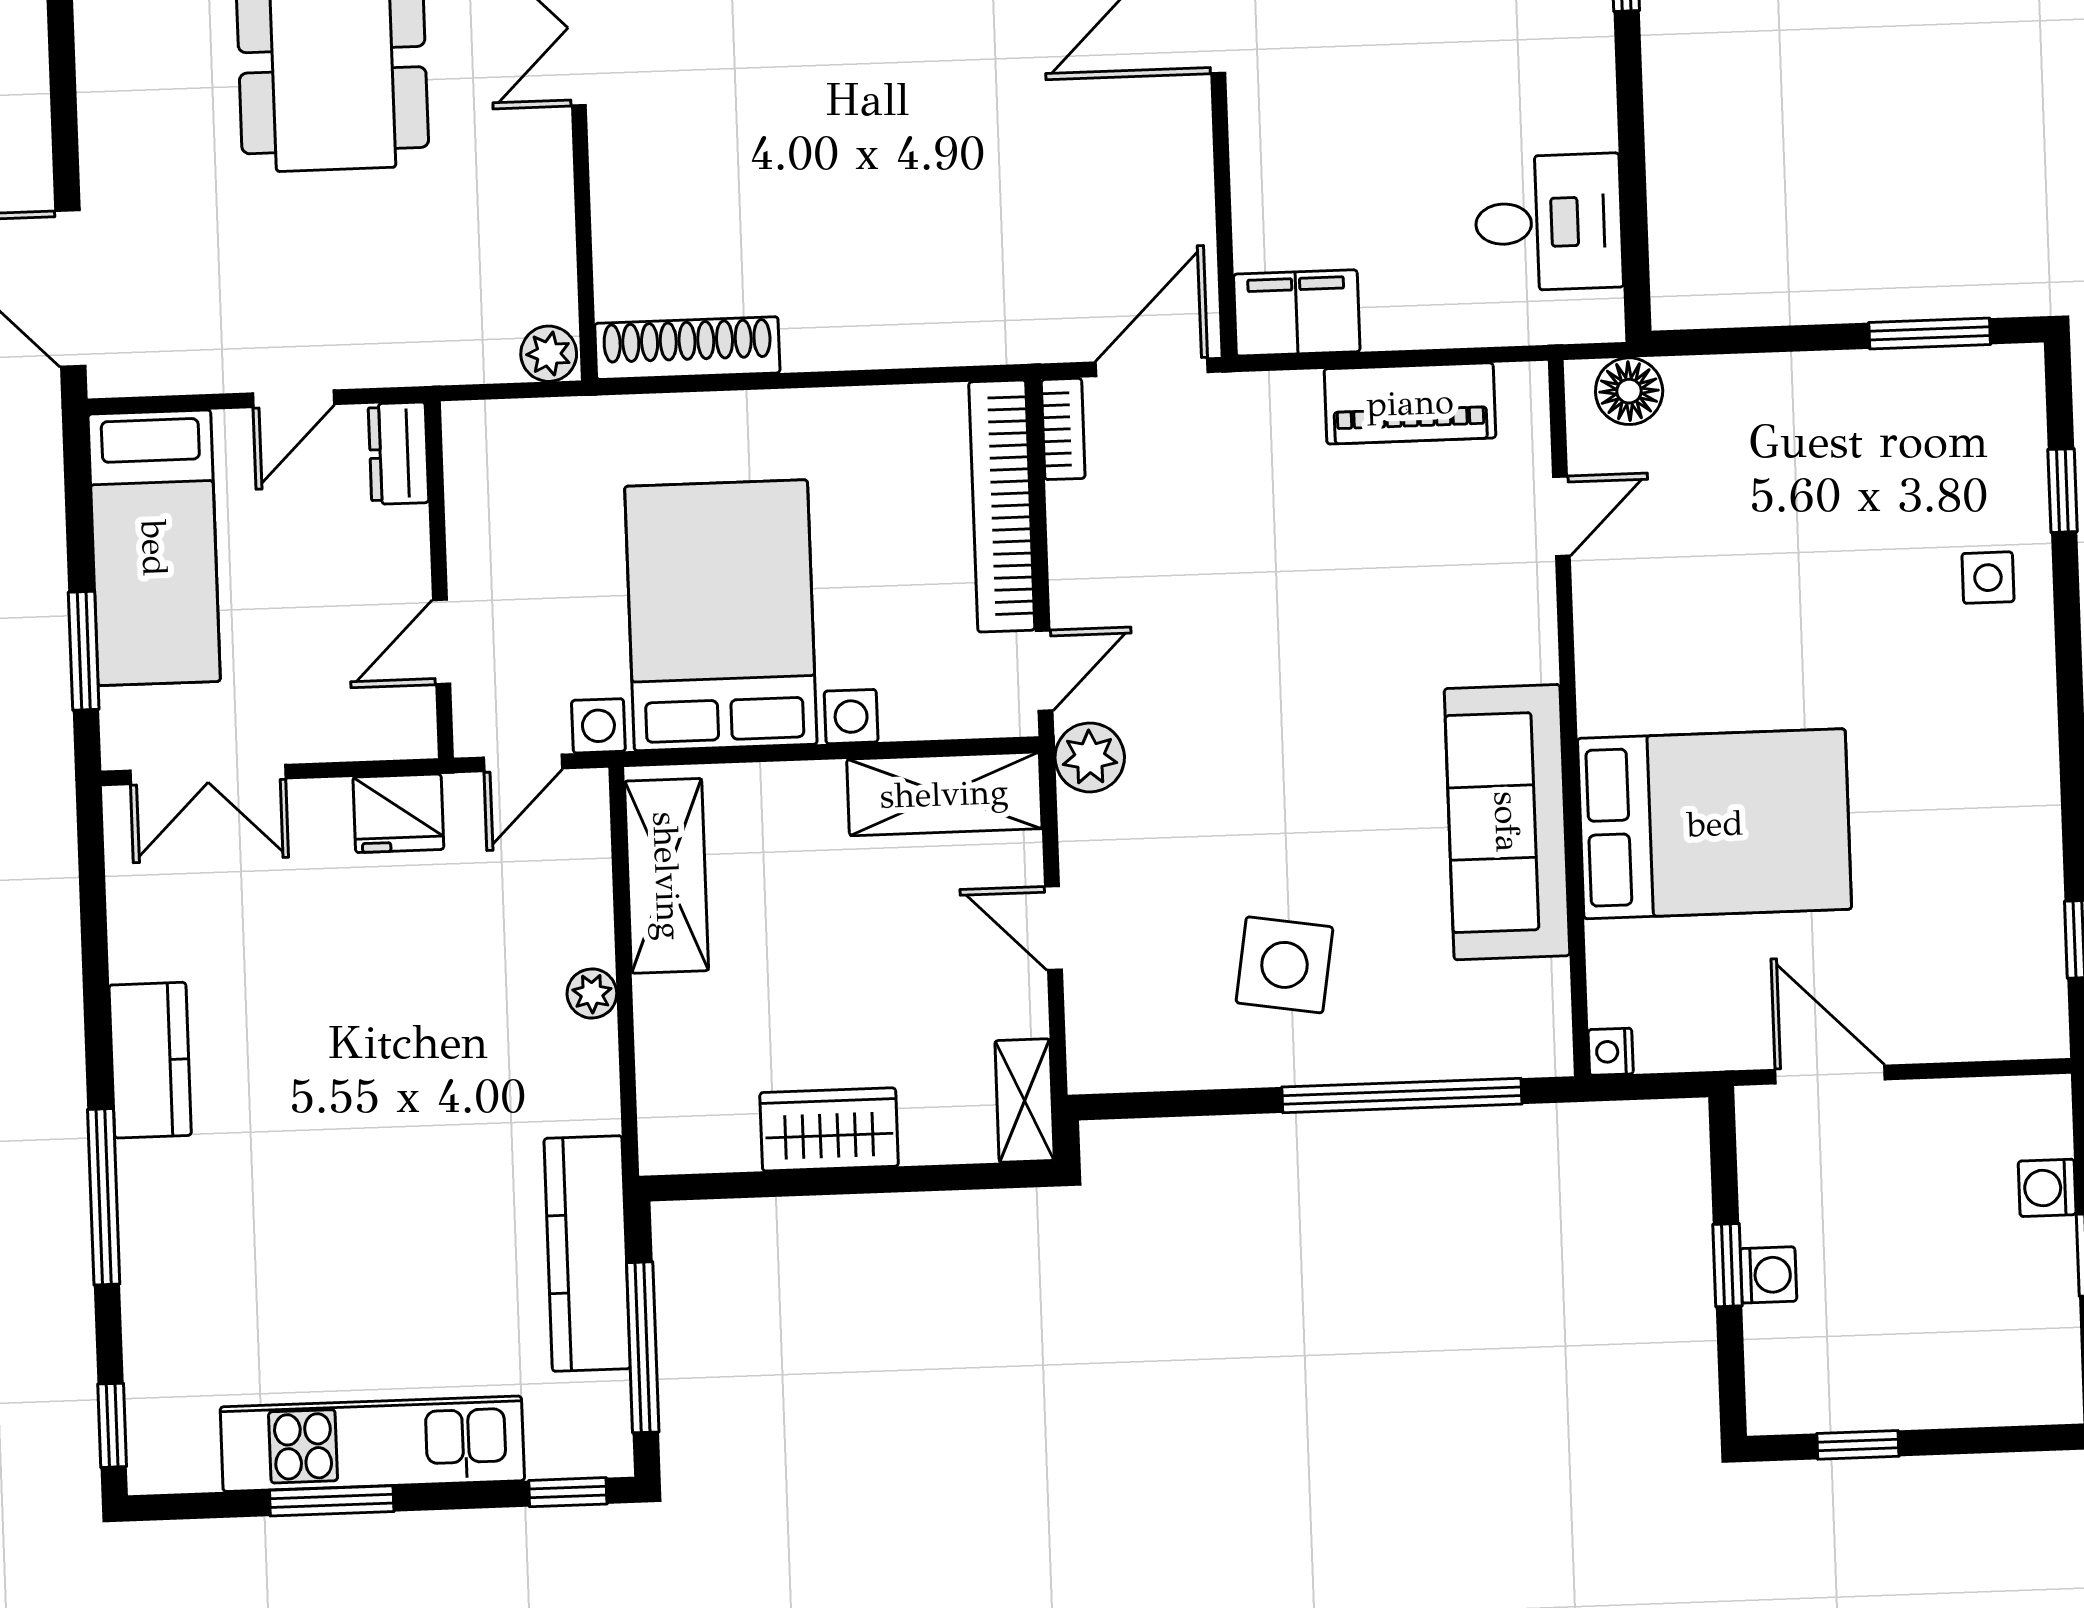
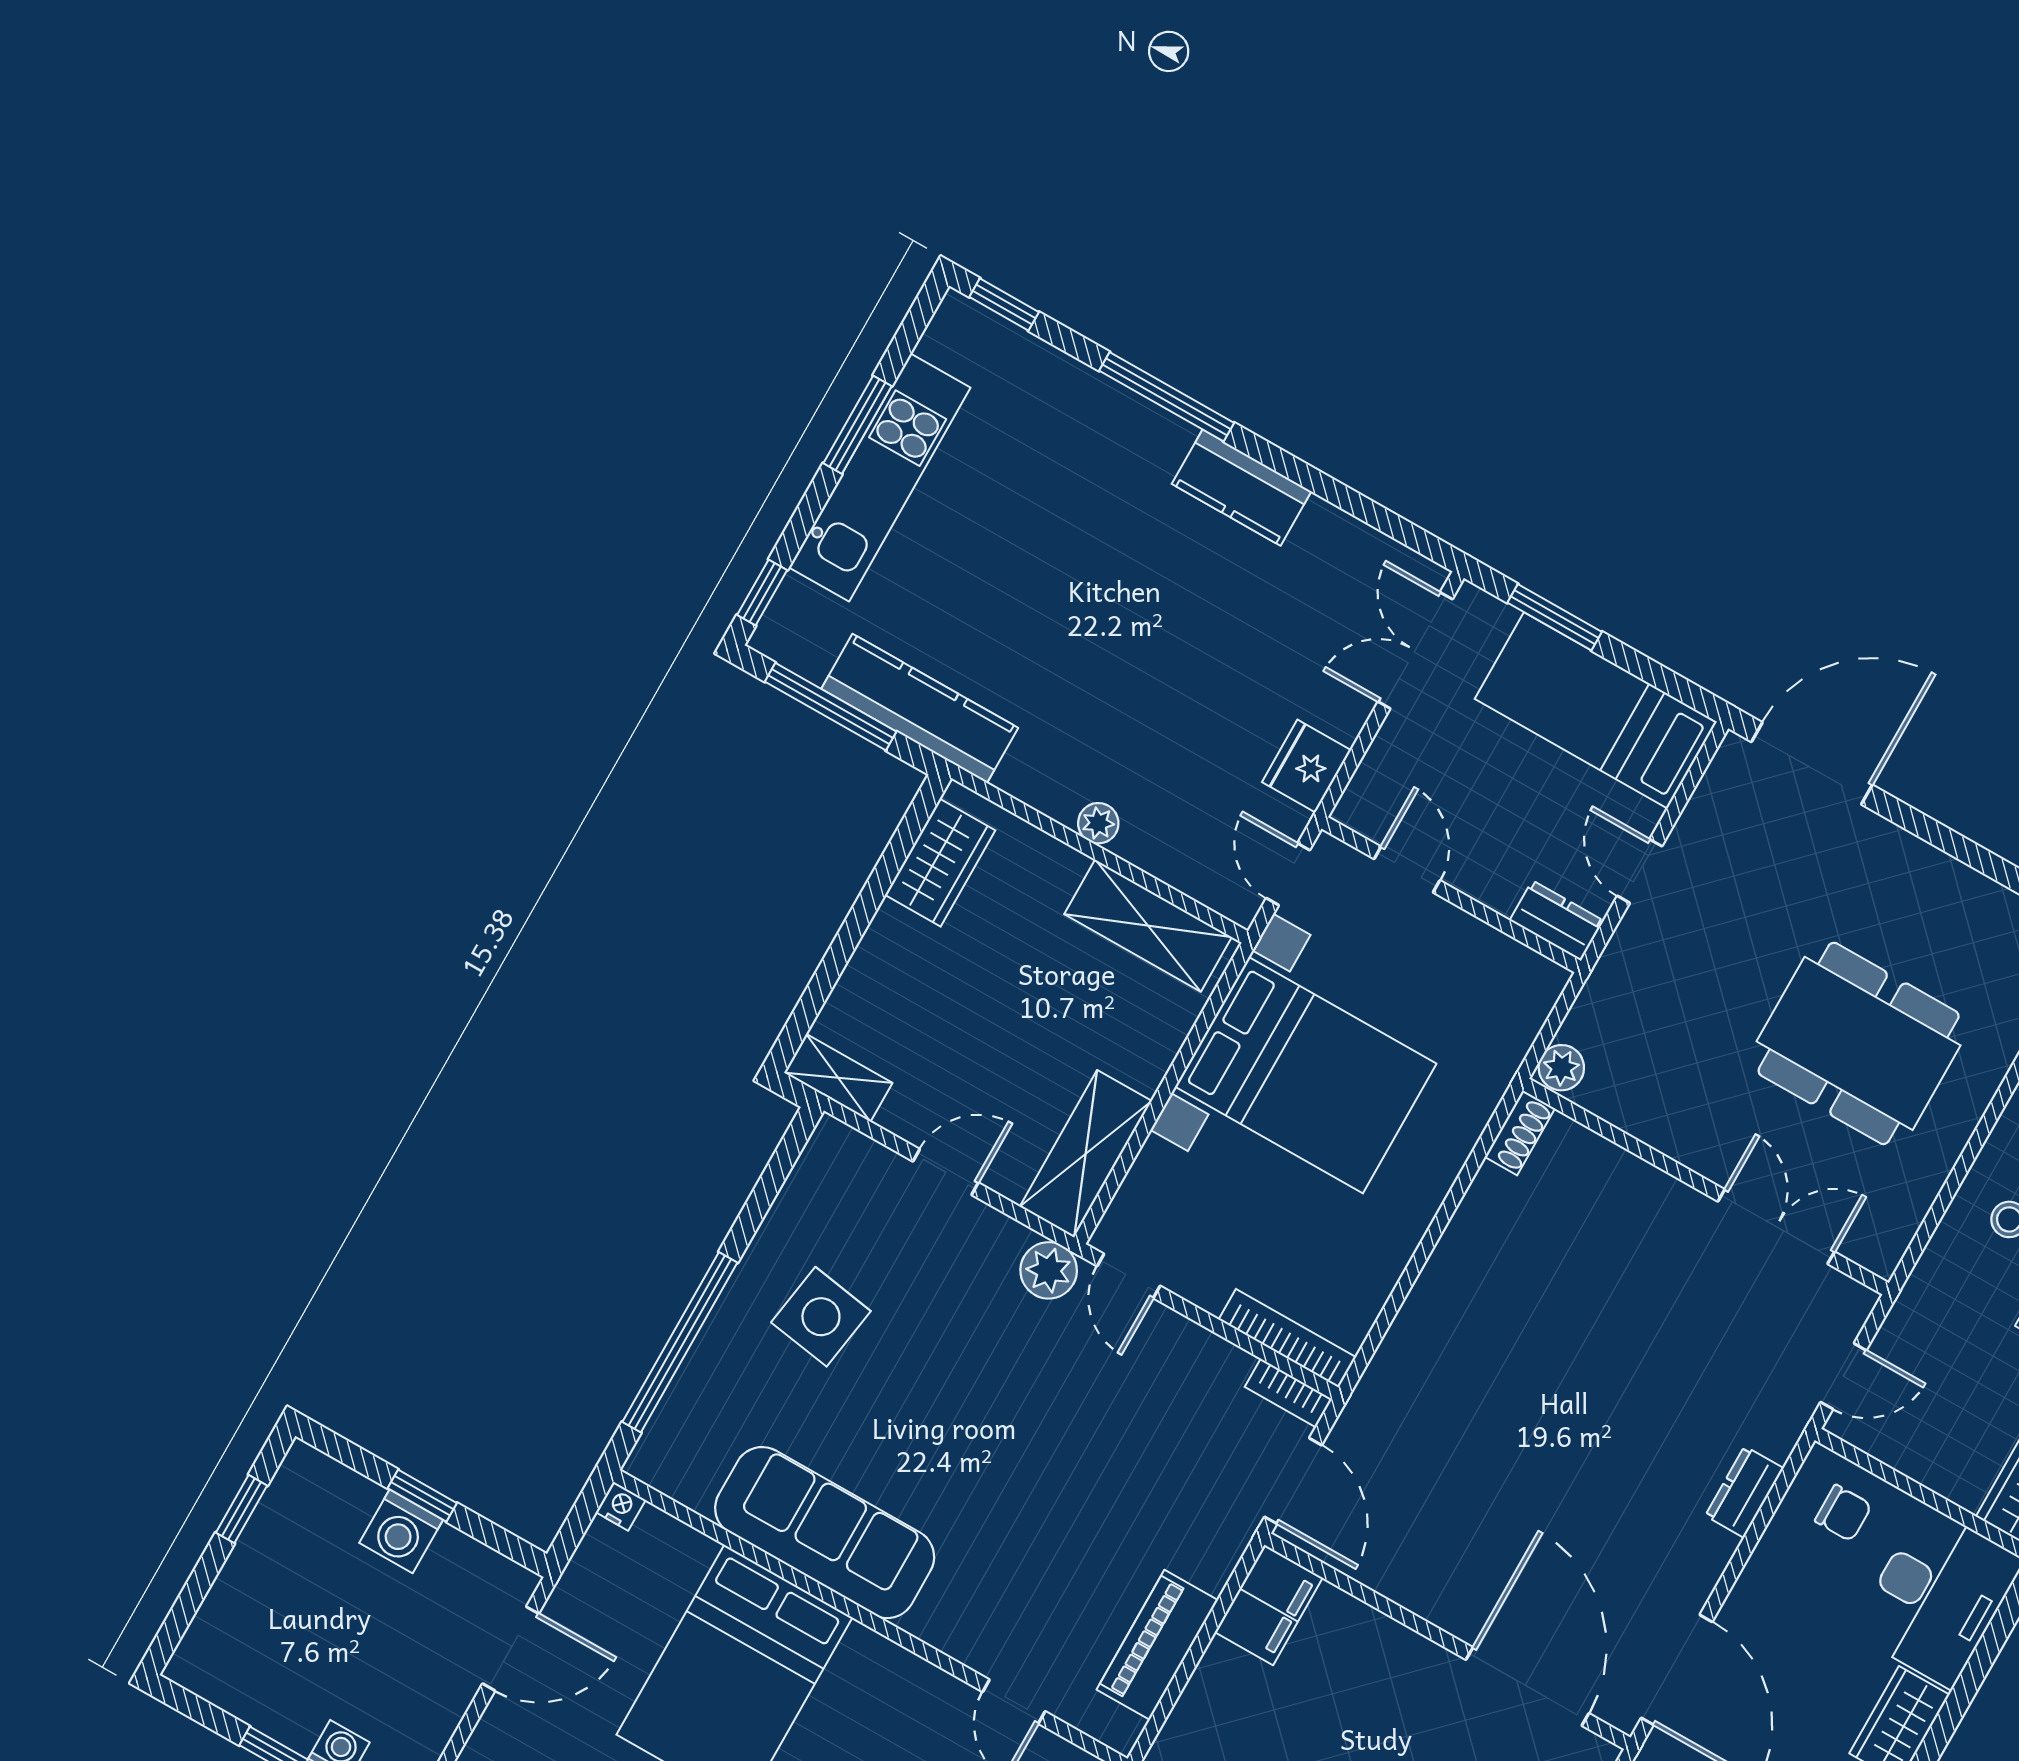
shoe rack: (687, 348) -> (1520, 1133), width x0.51, depth x0.81
bookcase: (1002, 506) -> (1287, 1338), width x0.68, depth x0.76
wardrobe: (829, 1129) -> (940, 863), moved
washing machine: (1768, 1275) -> (401, 1531), width x1.38, depth x1.38

